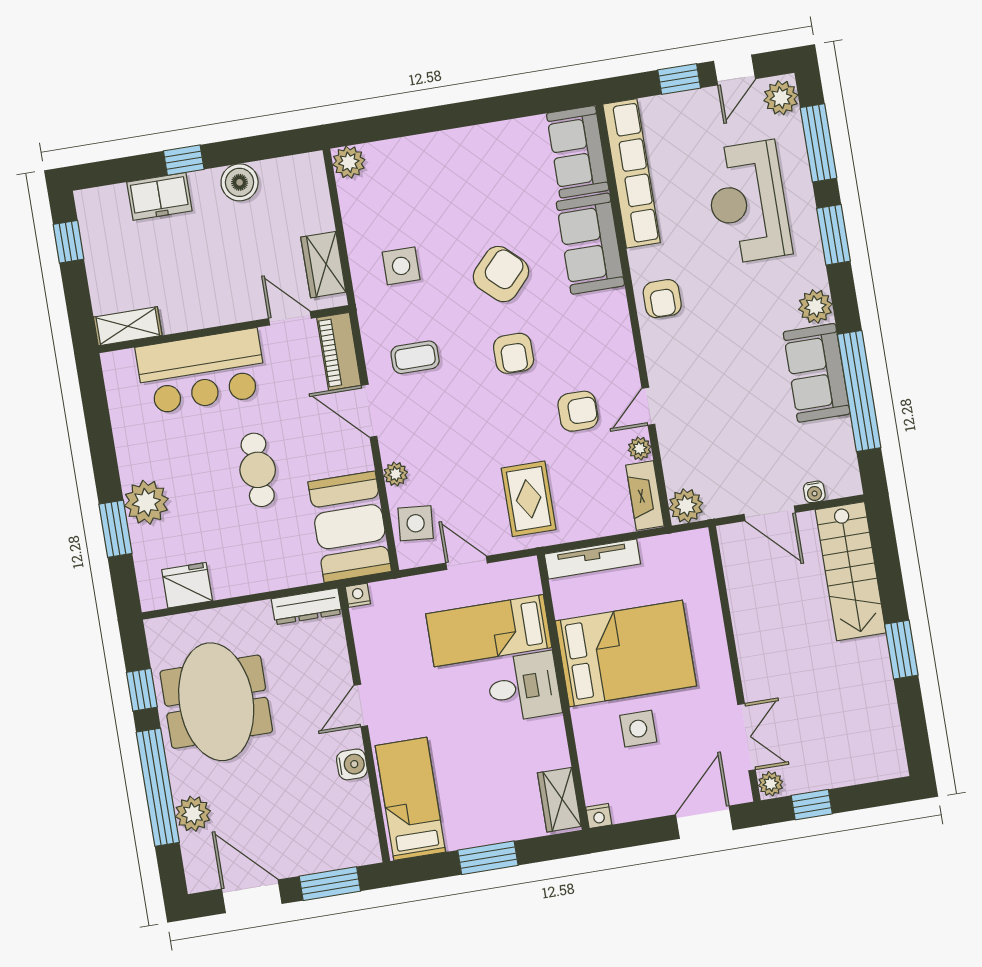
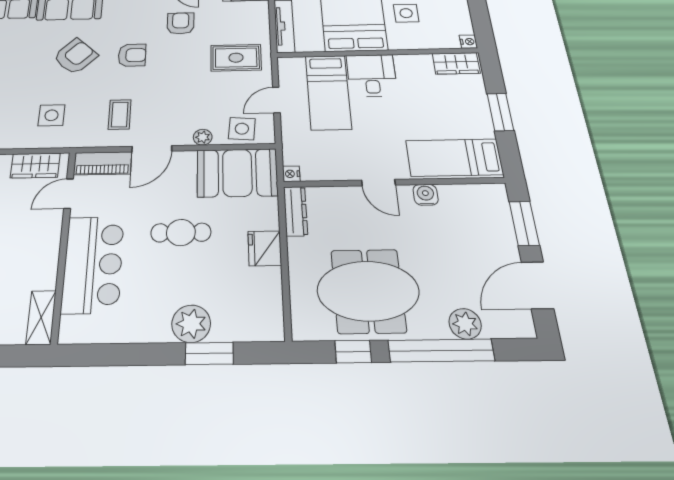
armchair: (501, 274) -> (75, 56), turned 91
fridge: (187, 585) -> (265, 248), moved

